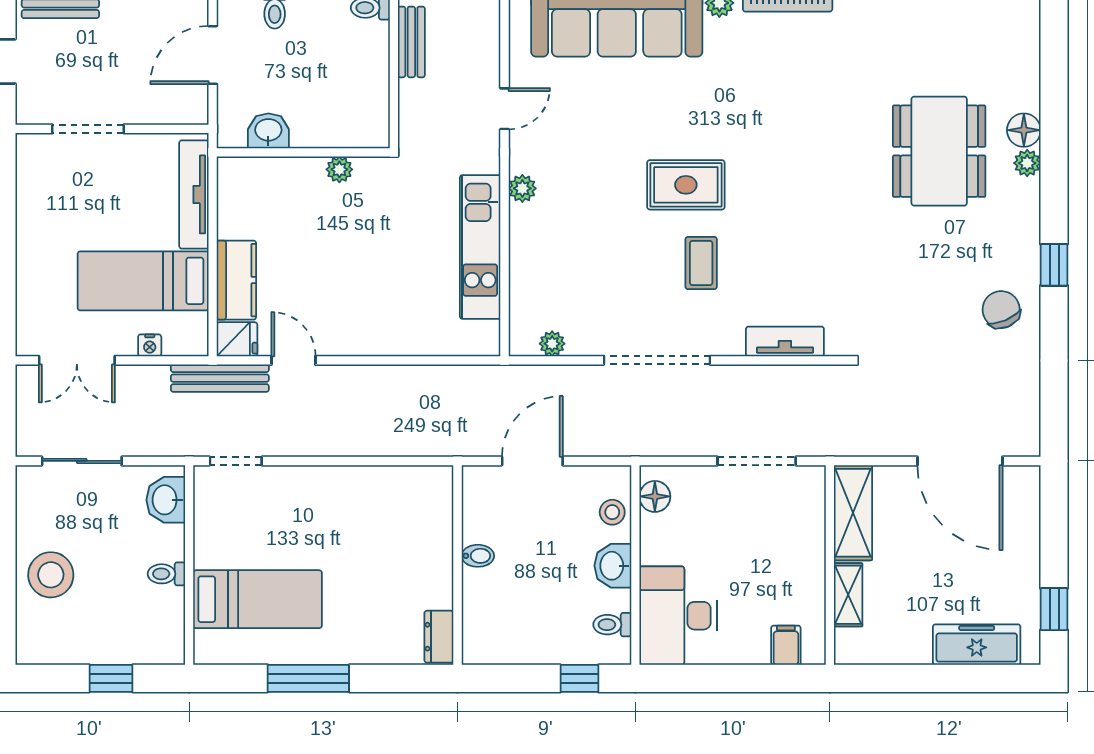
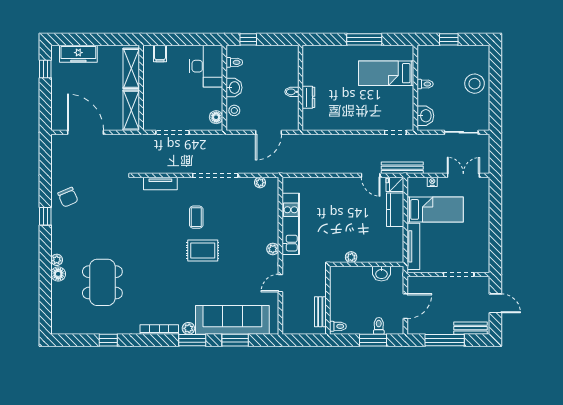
dining table: (939, 151) -> (102, 282), moved
shelving: (848, 595) -> (131, 68), width x1.50, depth x1.33
dresser: (439, 637) -> (308, 97), moved

